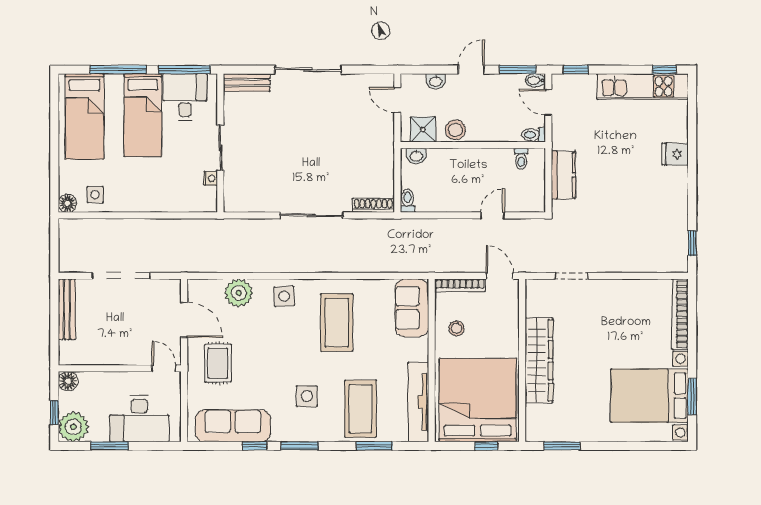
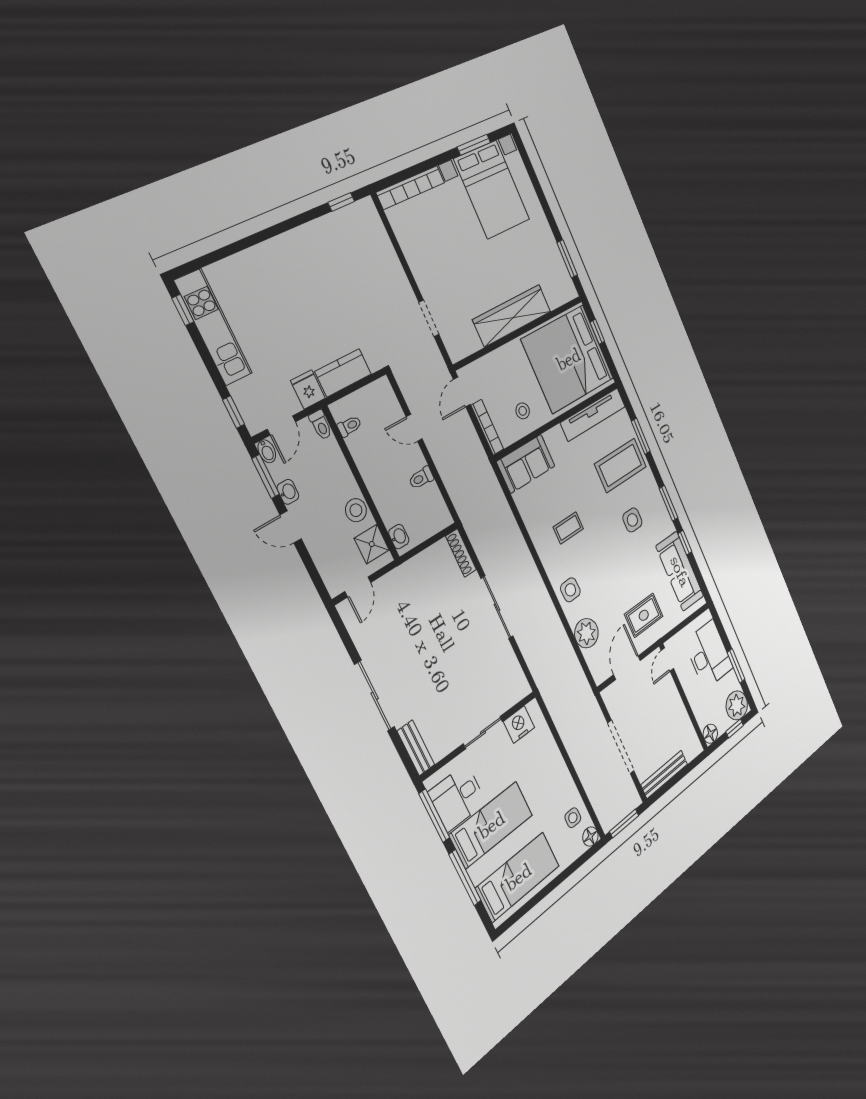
washbasin: (436, 81) -> (288, 492), moved
fridge: (675, 154) -> (308, 389), moved, turned 180
nightstand: (211, 178) -> (519, 725), width x1.89, depth x1.79
toilet: (408, 201) -> (421, 478), moved
window: (54, 243) -> (624, 823), added
coffee table: (337, 323) -> (568, 528), width x0.54, depth x0.58

